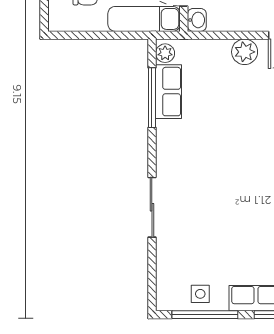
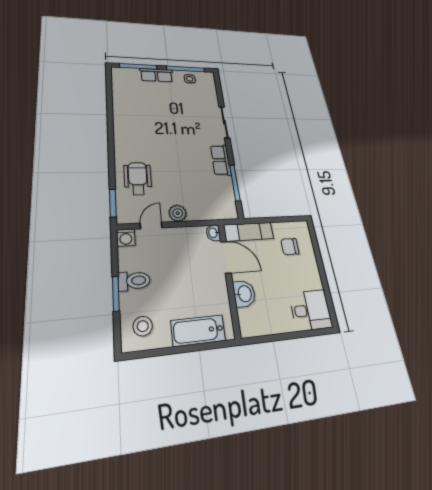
plant: (165, 53) -> (231, 210), removed
row of seats: (169, 92) -> (221, 160), moved

